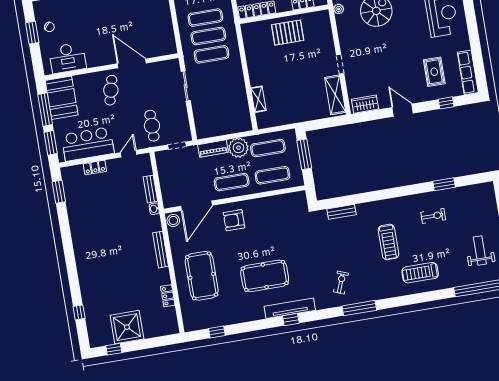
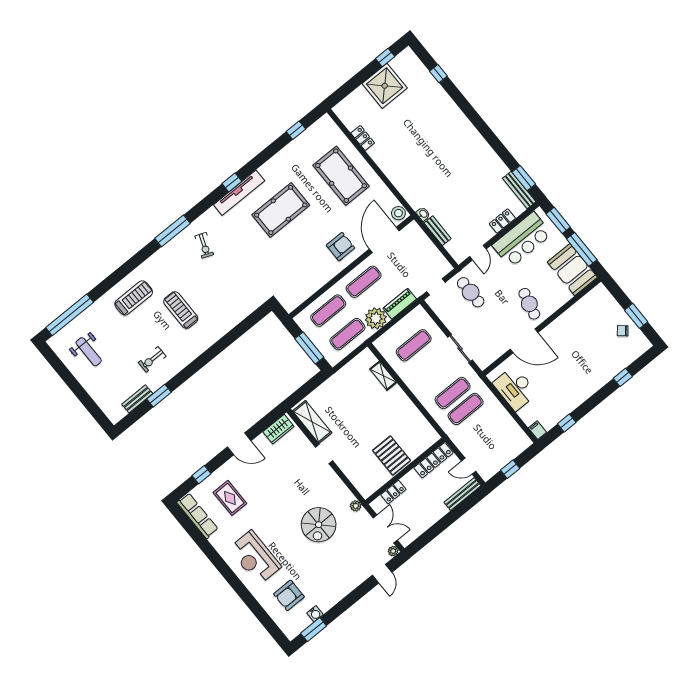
exercise mat: (205, 18) -> (414, 345), moved
pallet: (288, 33) -> (392, 455), turned 90
desk: (67, 58) -> (515, 388), moved, turned -90
bench: (341, 212) -> (137, 399), moved
bench: (161, 250) -> (519, 190), moved

